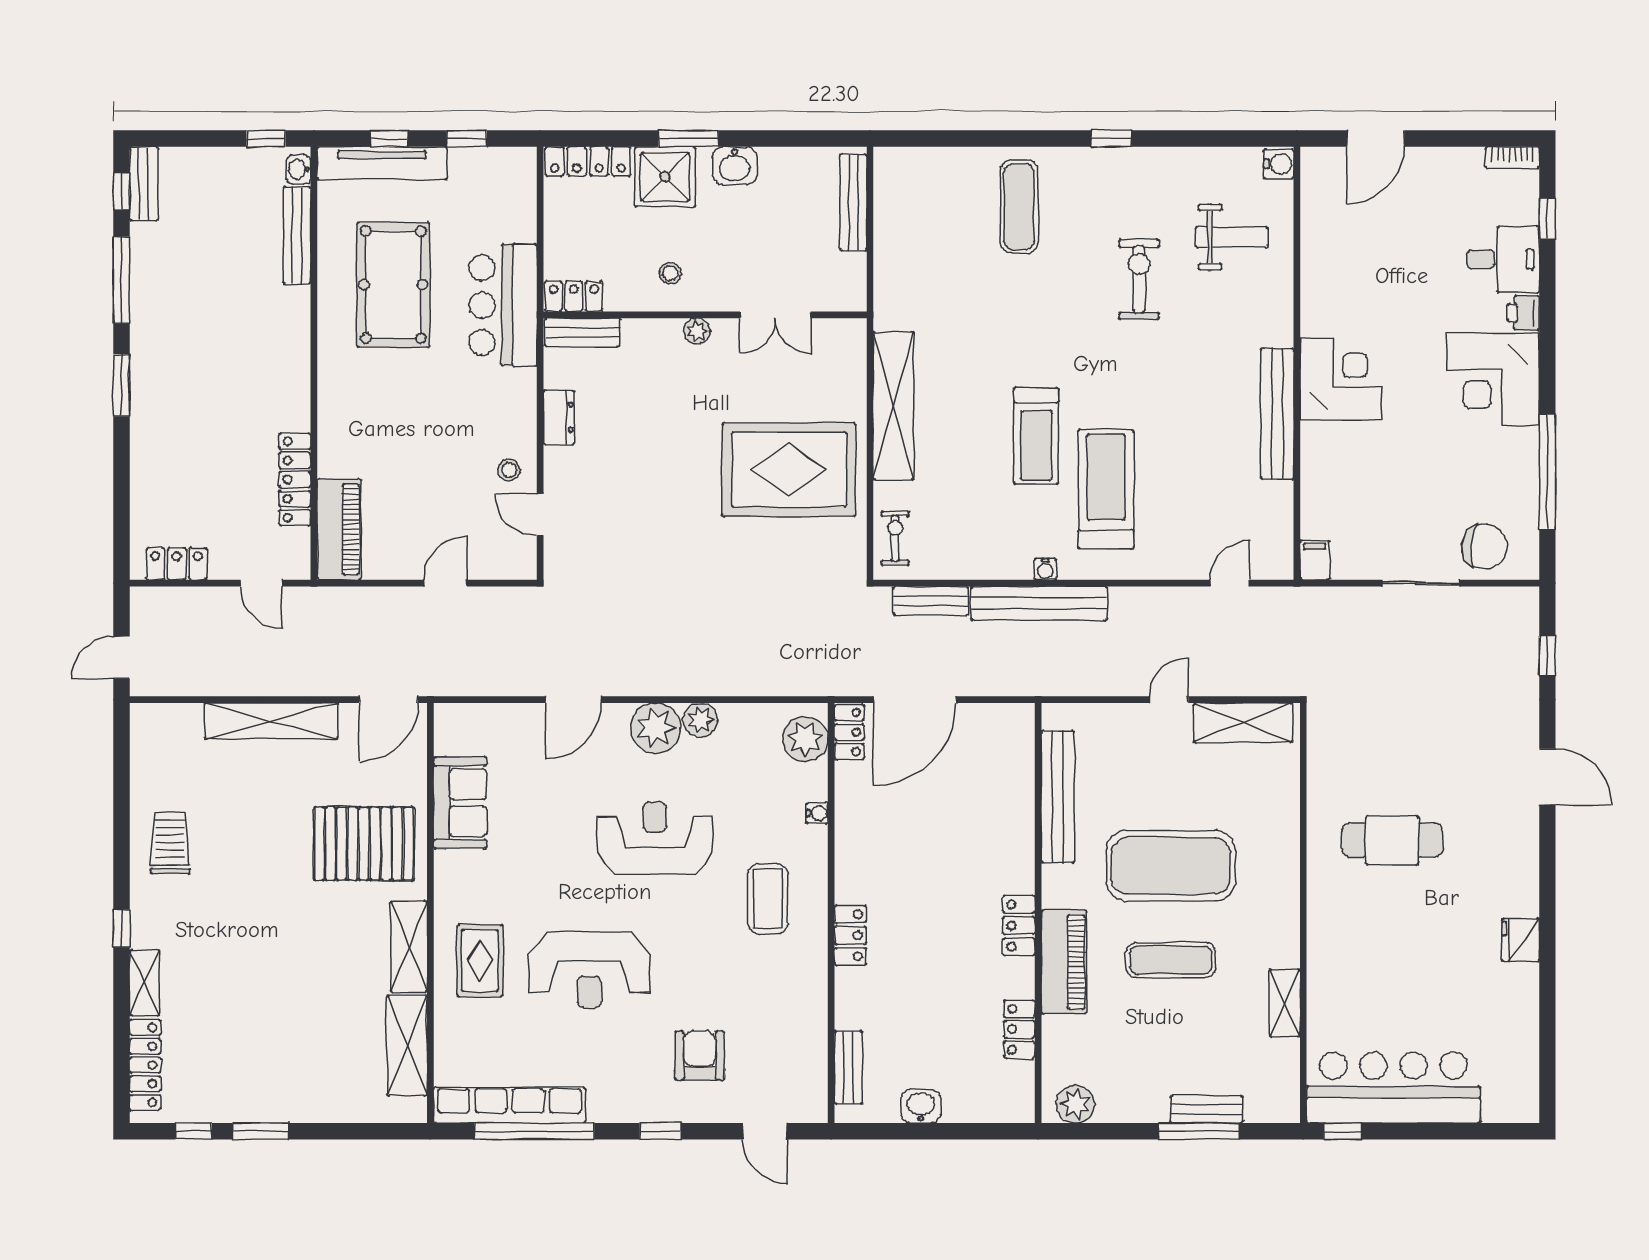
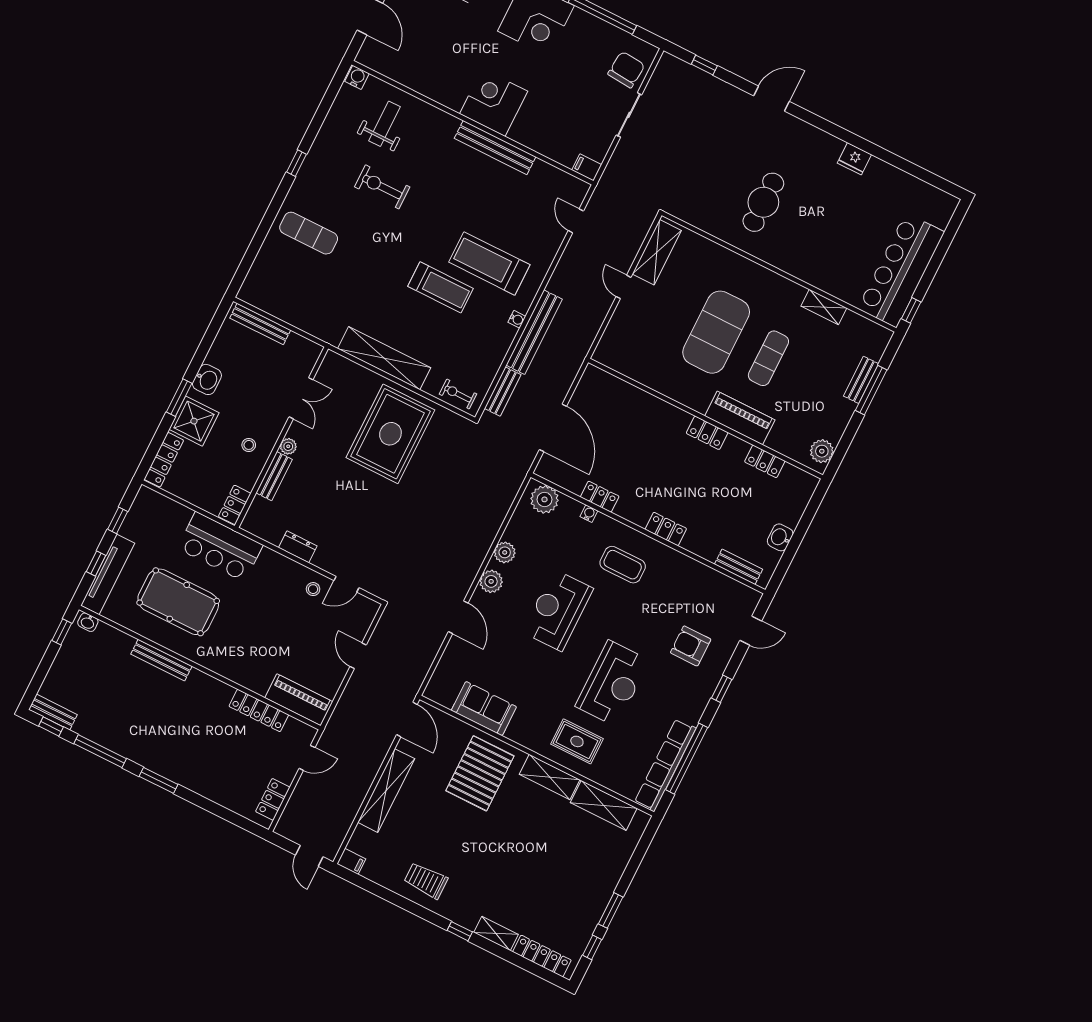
bench: (297, 235) -> (161, 660), moved
bench: (582, 332) -> (274, 476), moved
filing cabinet: (144, 722) -> (351, 861), added
plant: (655, 728) -> (491, 581), width x0.73, depth x0.73
locker: (849, 732) -> (600, 497), moved
bench: (1058, 797) -> (647, 376), removed

